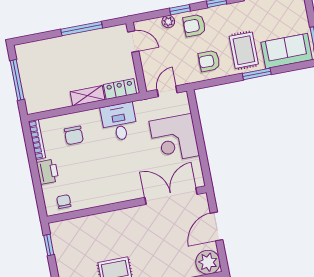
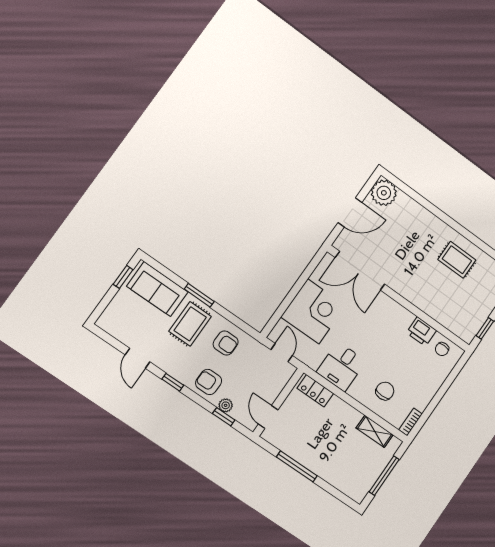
window: (180, 10) -> (224, 417), moved
armchair: (194, 25) -> (209, 382), turned 180
door: (167, 91) -> (282, 353), swing flipped
shelving: (88, 96) -> (375, 431), moved
bookcase: (37, 140) -> (410, 422), width x0.64
printer: (48, 172) -> (421, 332), moved, turned -90

